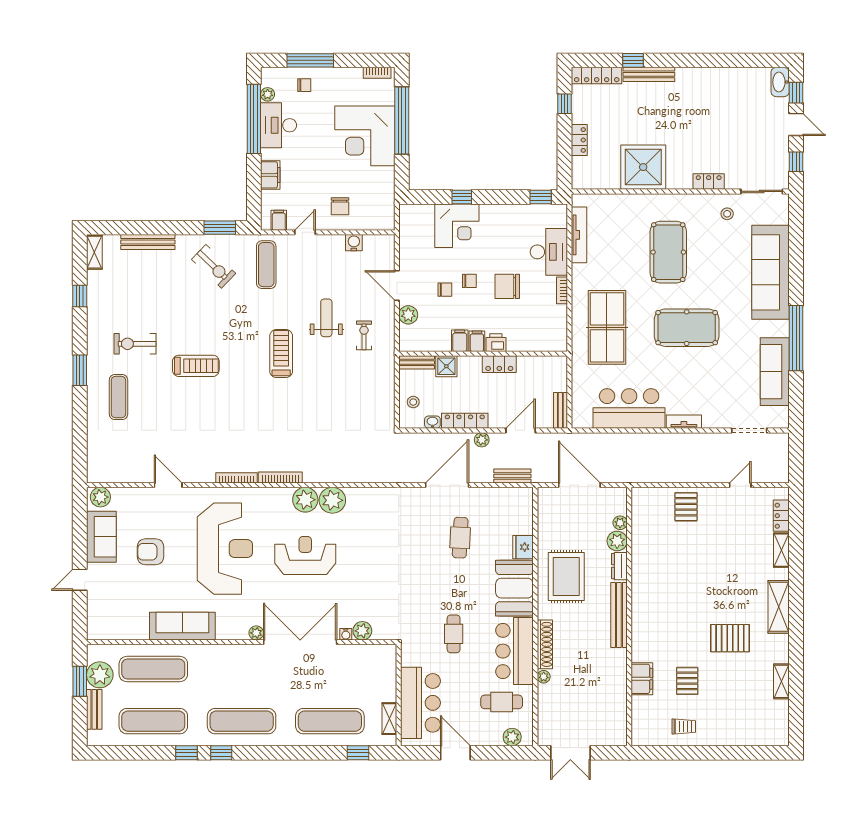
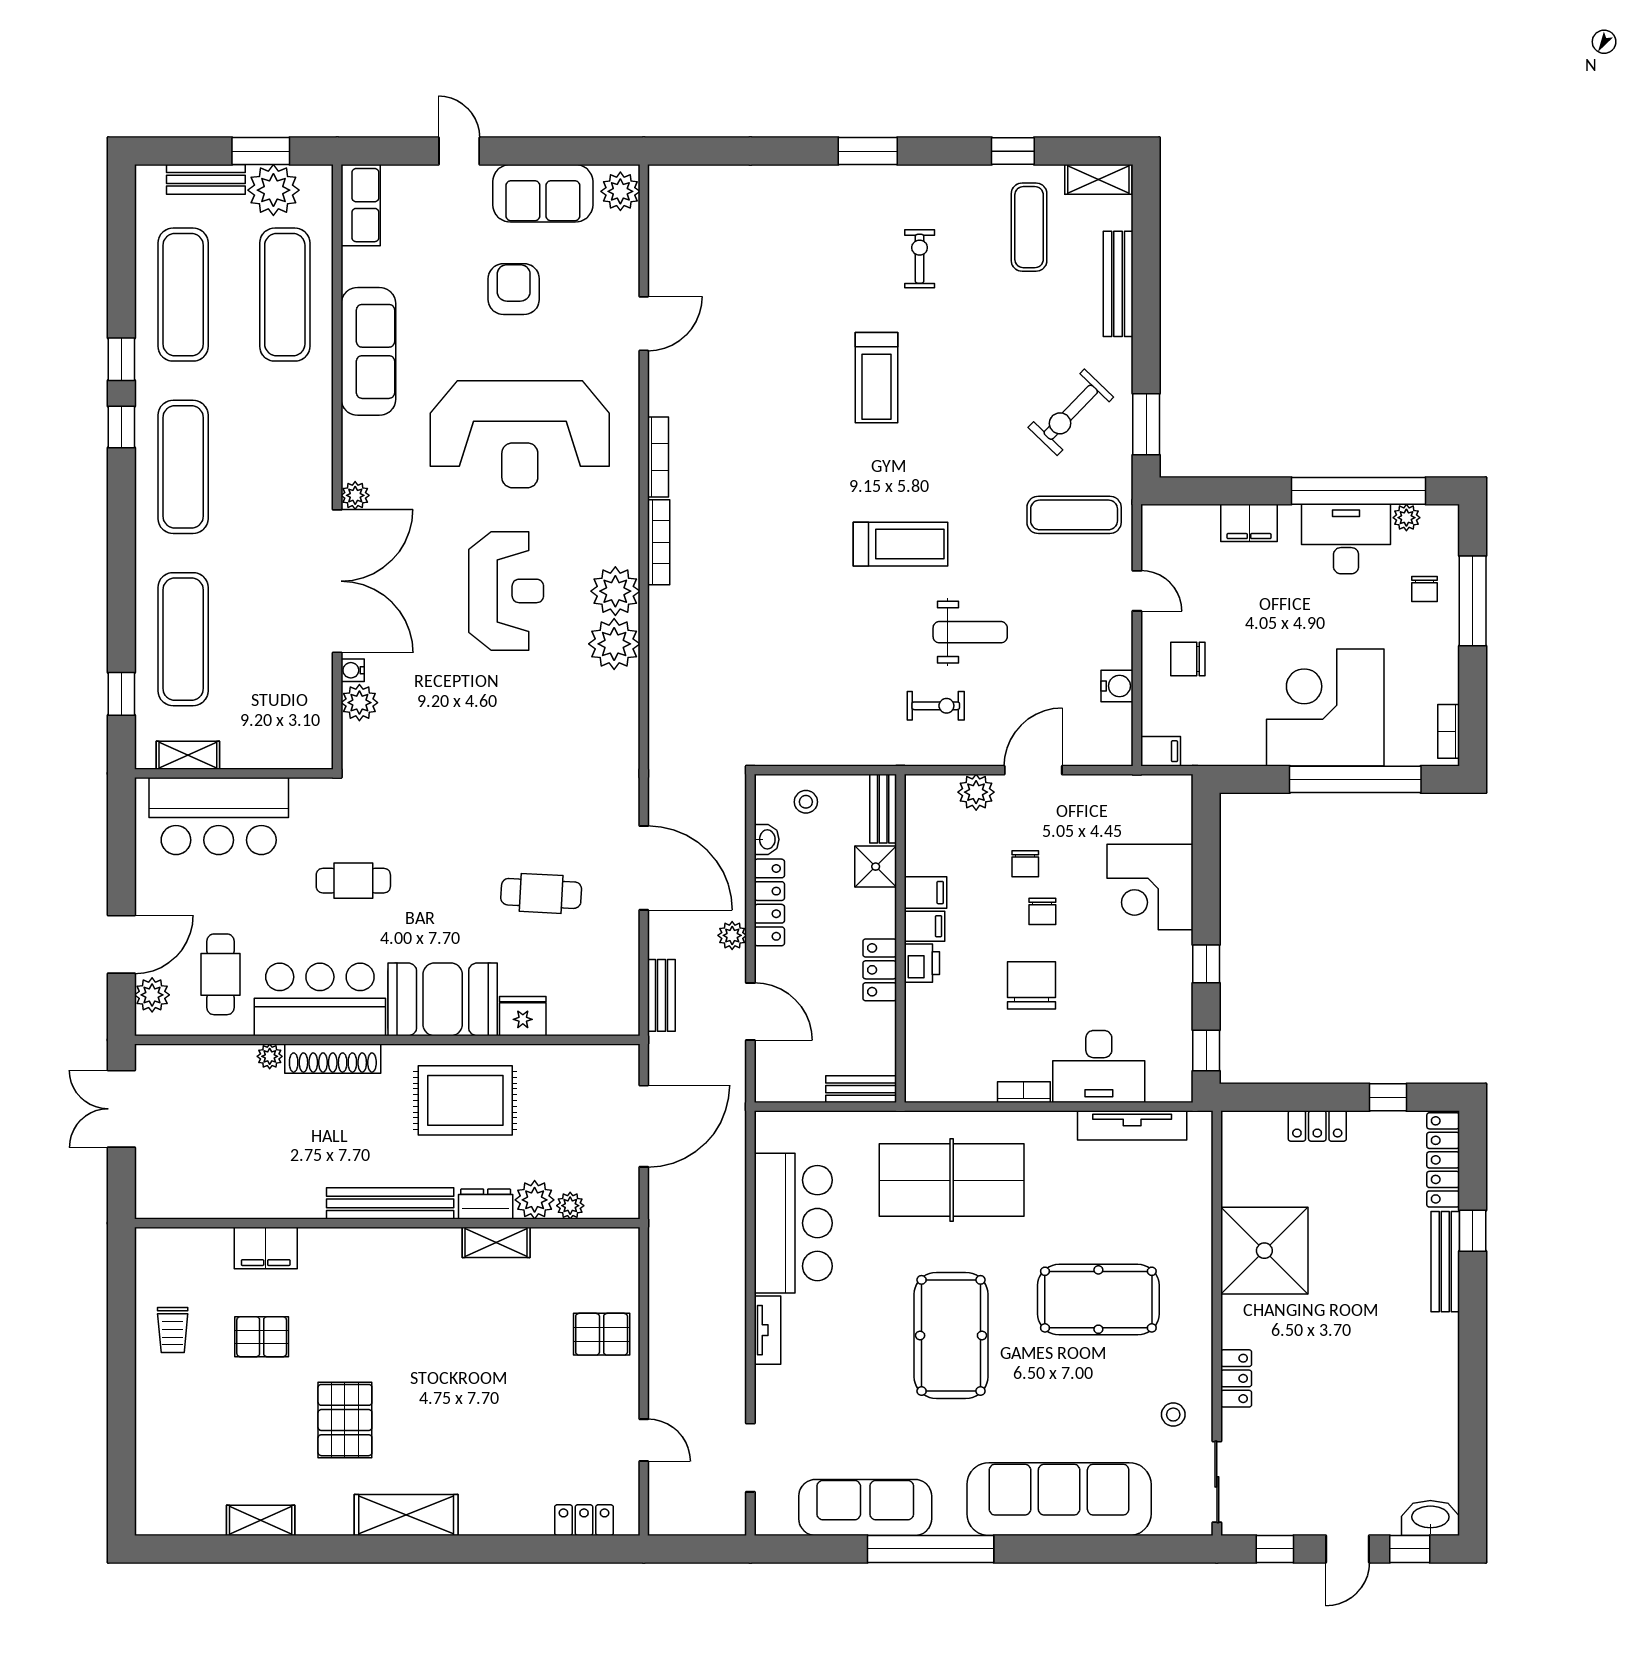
window: (462, 197) -> (1206, 964), moved
filing cabinet: (279, 220) -> (1161, 751), moved
exercise bike: (135, 344) -> (920, 259), width x0.73, depth x0.72
exercise mat: (118, 397) -> (1029, 227), moved, turned 90
bench: (560, 410) -> (861, 1089), moved
shelving: (781, 550) -> (496, 1242), moved
row of seats: (107, 630) -> (361, 205), added
door: (455, 753) -> (121, 944), moved

